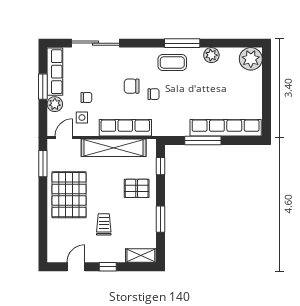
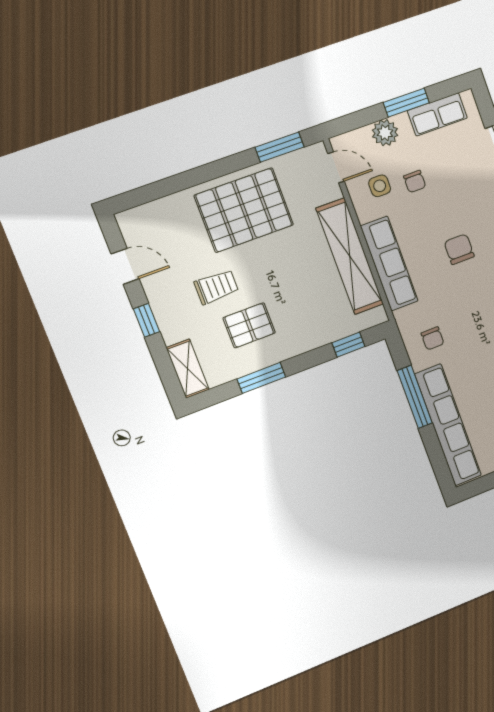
row of seats: (55, 72) -> (437, 114), width x0.68
chair: (154, 94) -> (433, 338), moved
pallet: (137, 188) -> (249, 325), moved, turned 90

